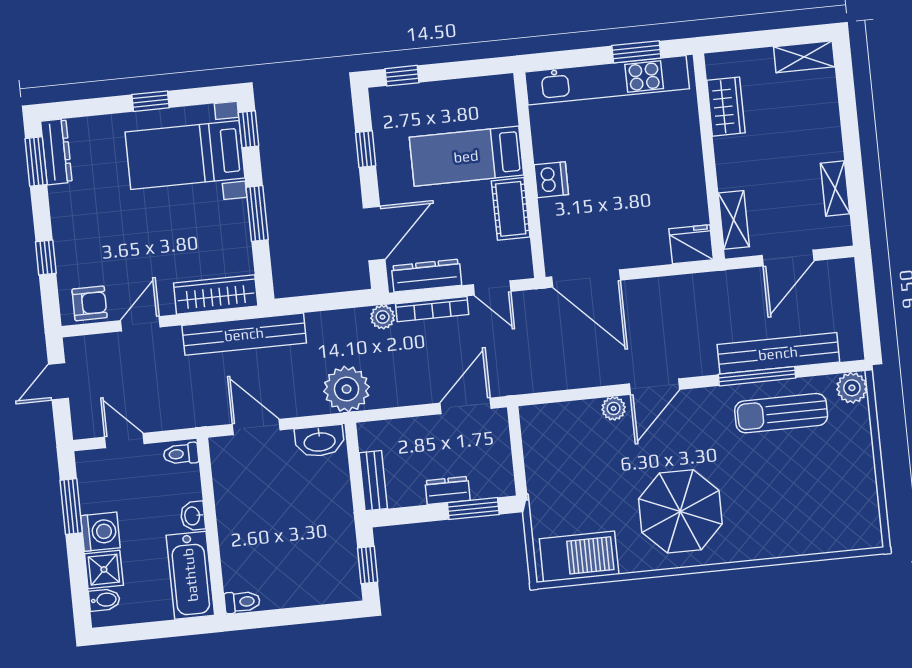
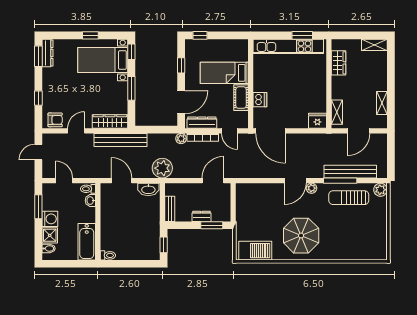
dishwasher: (551, 180) -> (260, 100), moved
plant: (614, 408) -> (312, 188), moved
washbasin: (193, 516) -> (90, 201), moved

